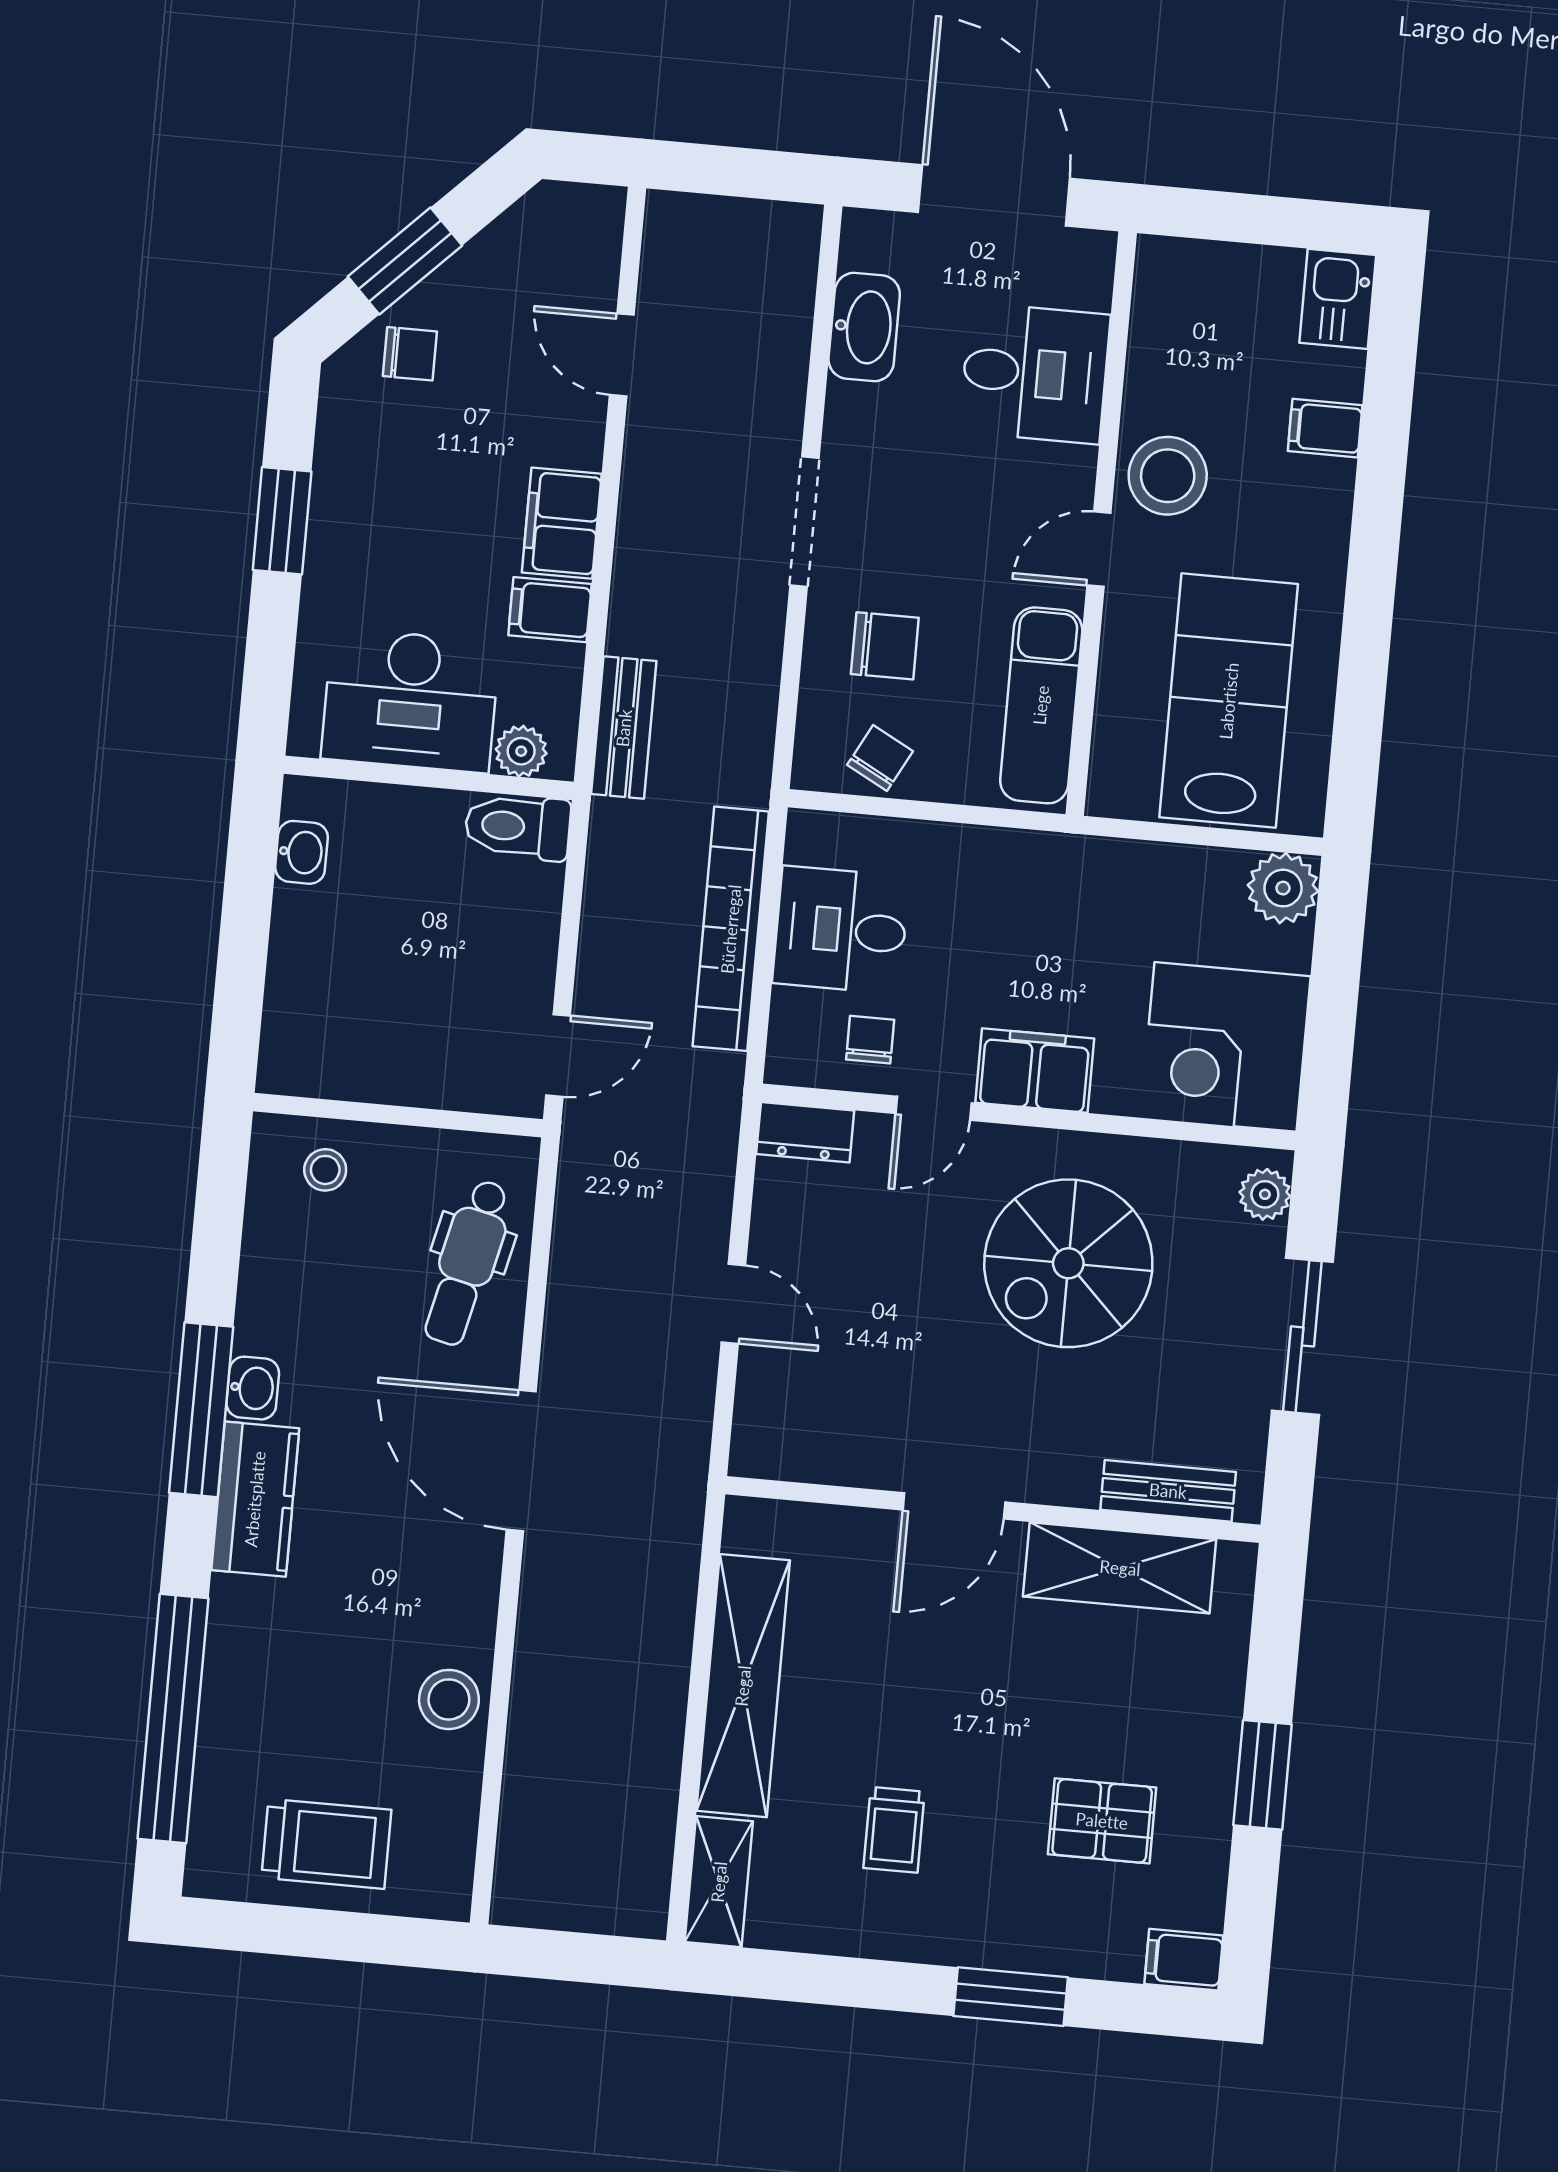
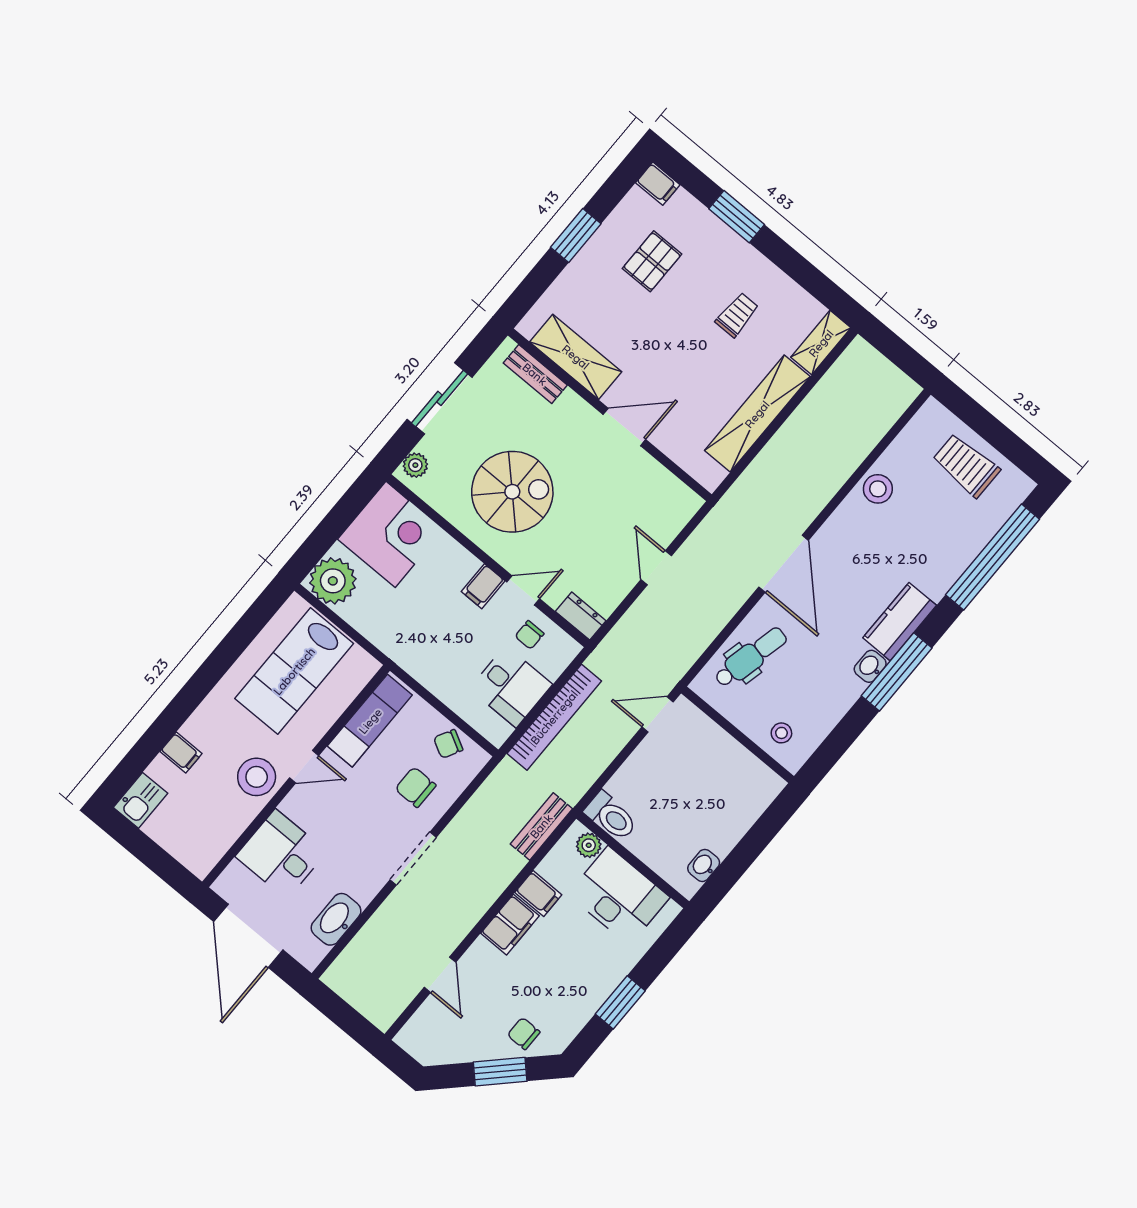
plant: (1283, 888) -> (333, 581), width x1.36, depth x1.36
filing cabinet: (1035, 1071) -> (483, 586), width x0.50
pallet: (1102, 1821) -> (652, 261), turned 90

